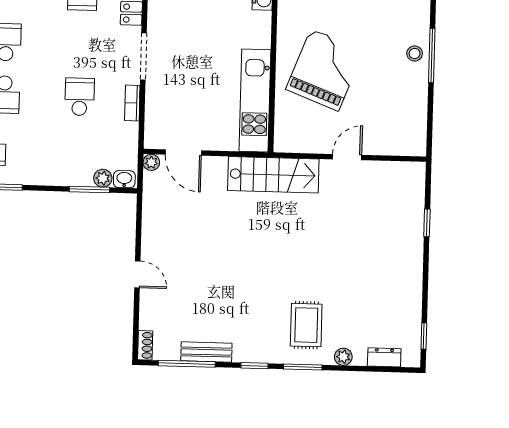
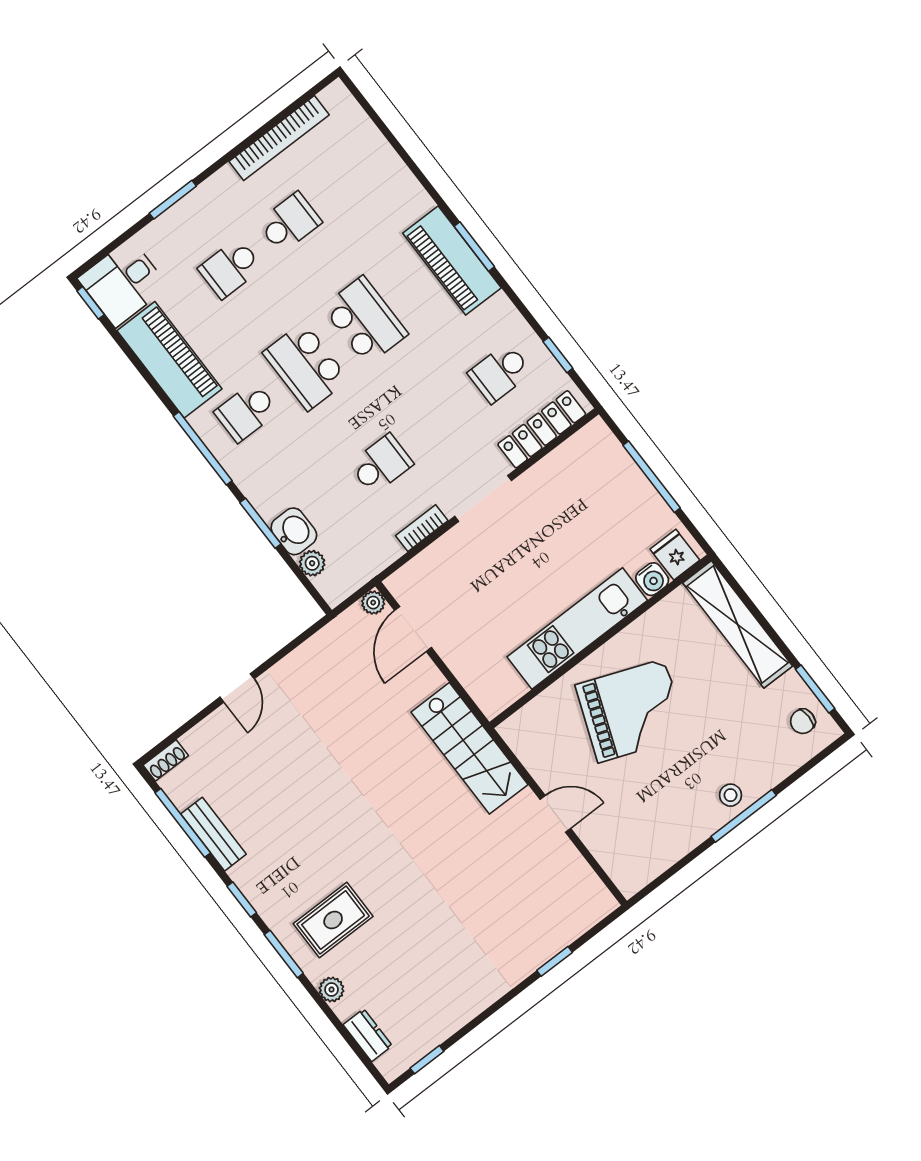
kitchen unit: (255, 101) -> (577, 629), moved
washbasin: (124, 179) -> (294, 531), moved, width x1.38, depth x1.45
window: (89, 189) -> (260, 523), moved

